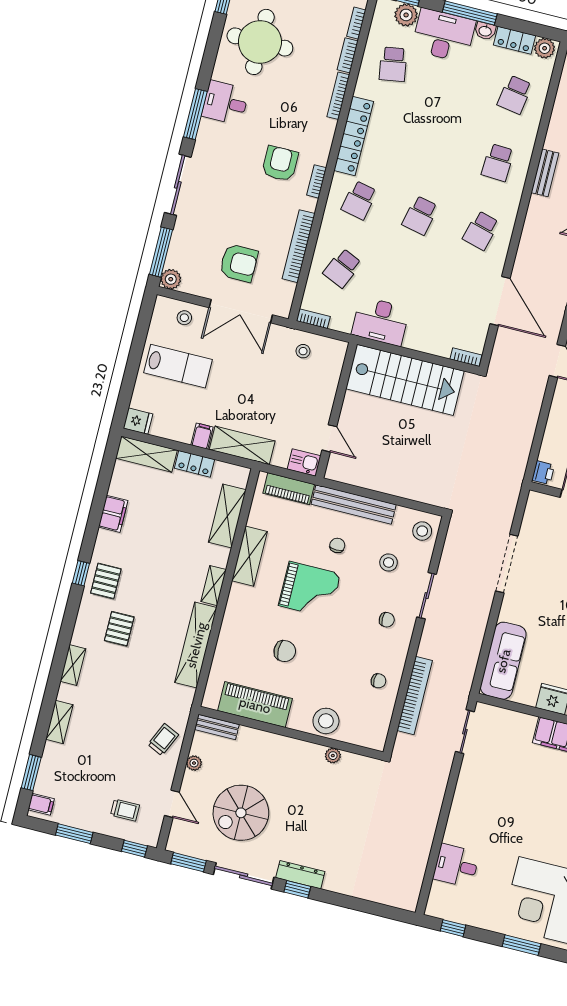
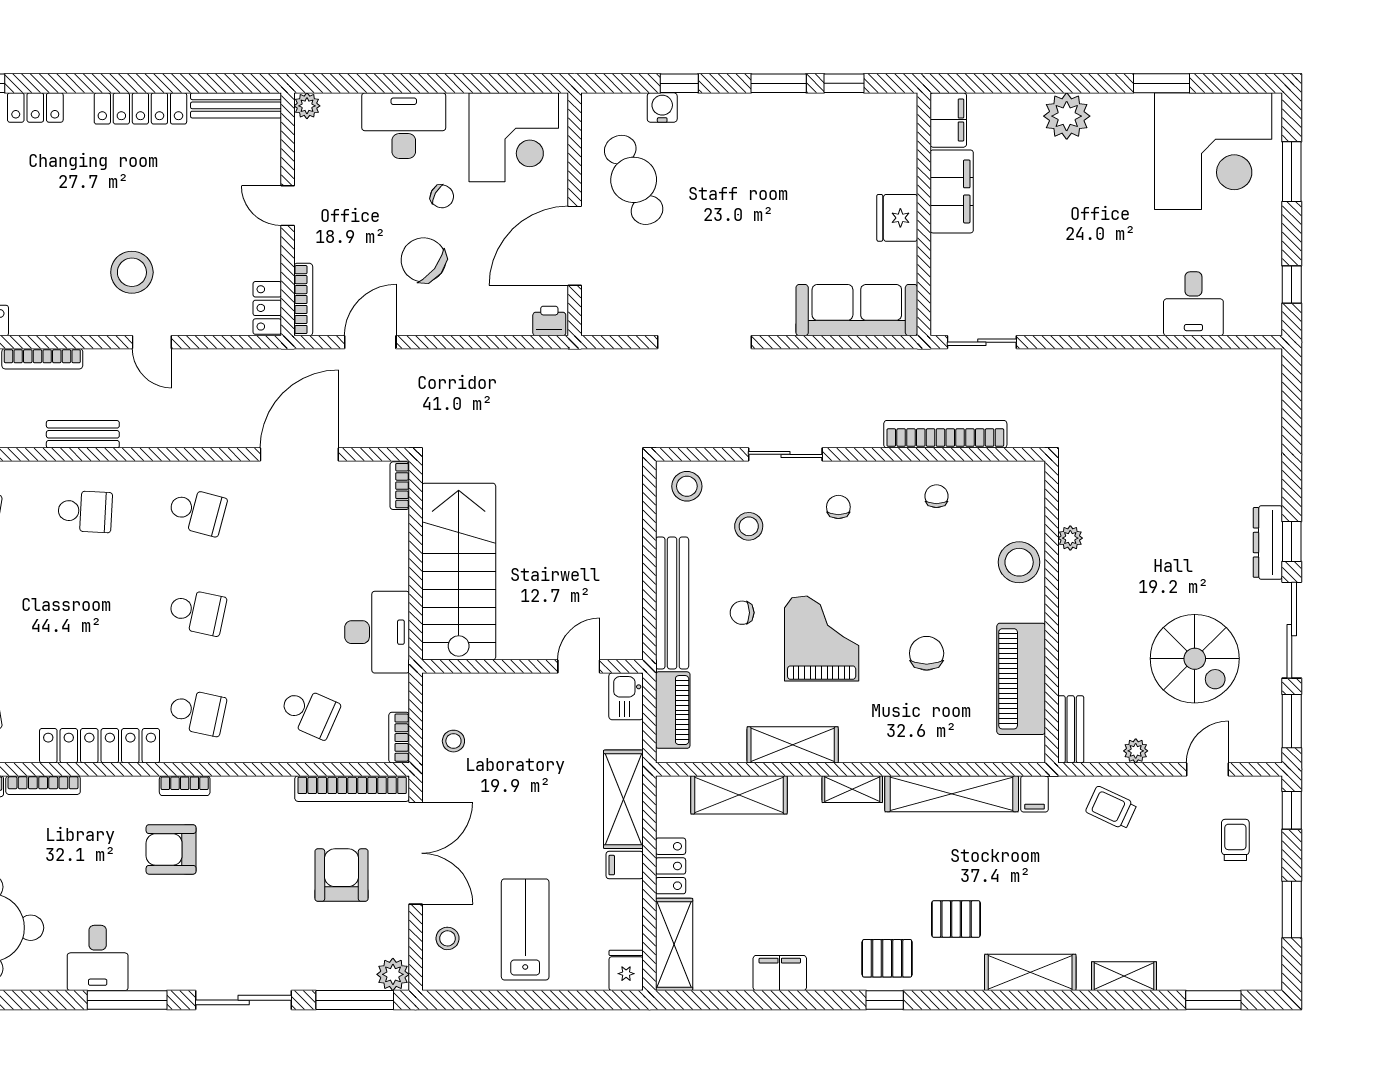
bookcase: (299, 246) -> (352, 789), moved
shelving: (73, 665) -> (1030, 972), width x1.50, depth x1.33
filing cabinet: (41, 804) -> (1035, 794), moved, turned 180

